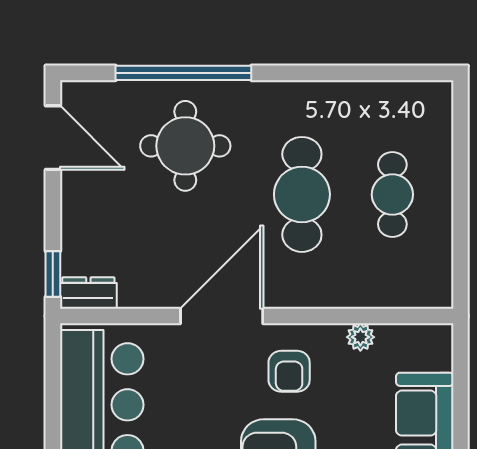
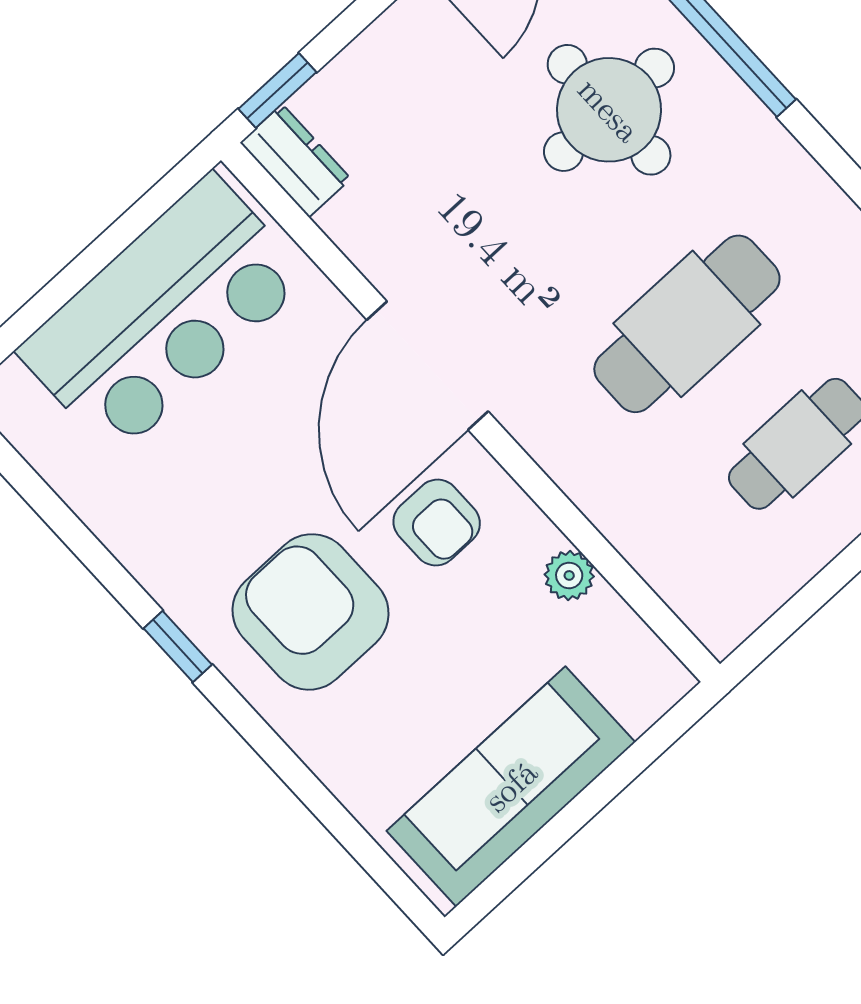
door: (222, 316) -> (428, 366), swing flipped
armchair: (289, 371) -> (437, 523), turned -90

